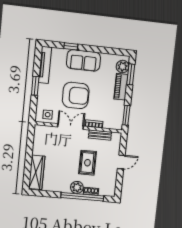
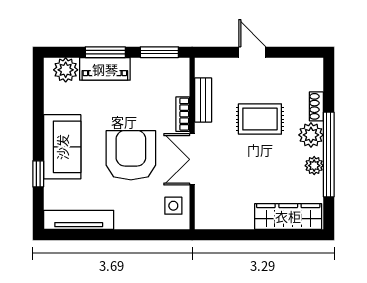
window: (131, 74) -> (105, 52), moved
window: (35, 86) -> (120, 235), removed
plant: (61, 188) -> (314, 166), added
window: (82, 197) -> (329, 154), moved

